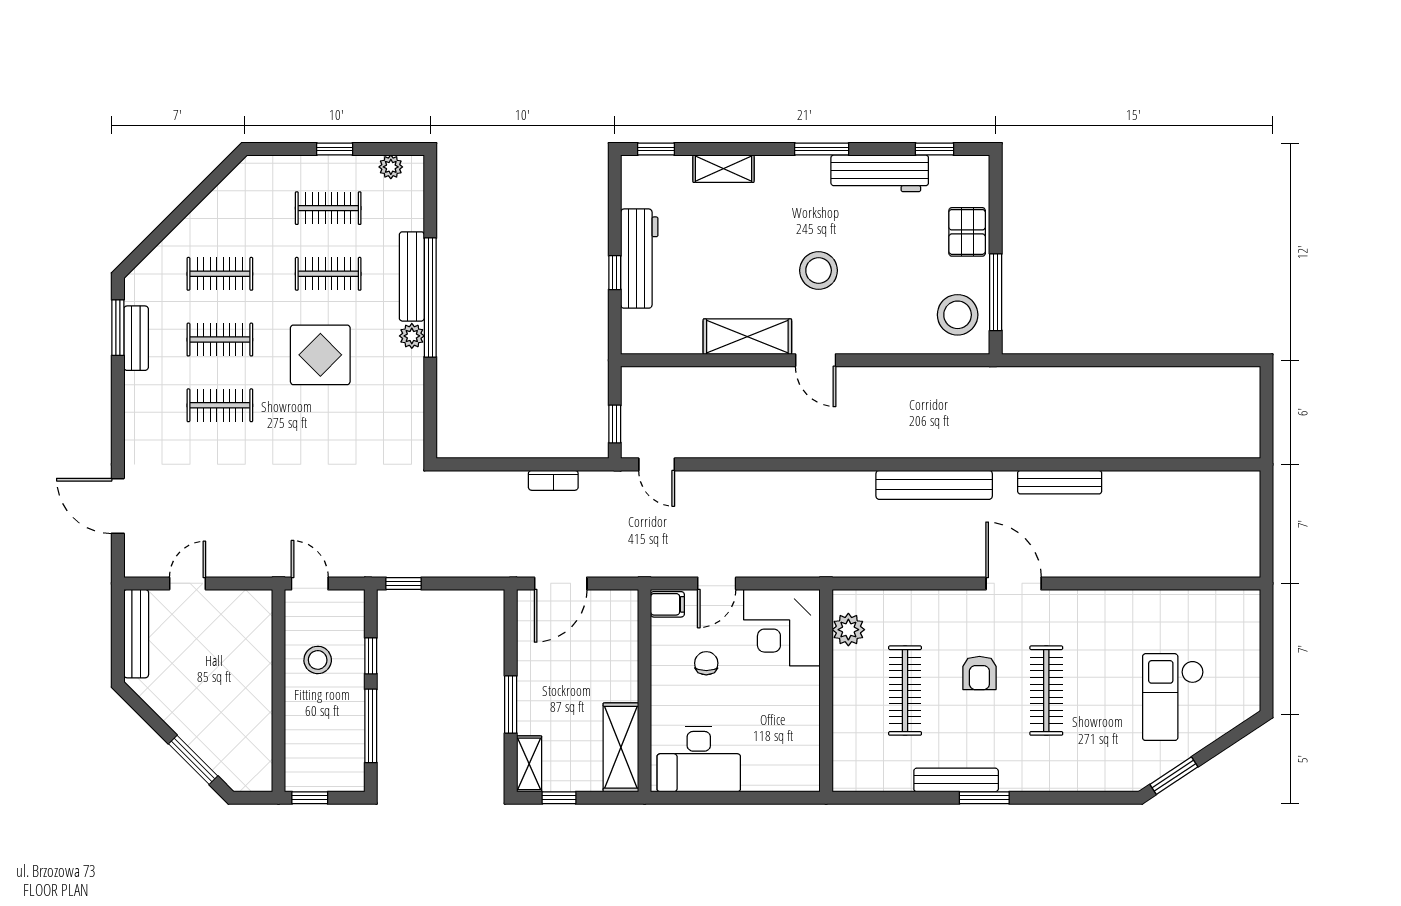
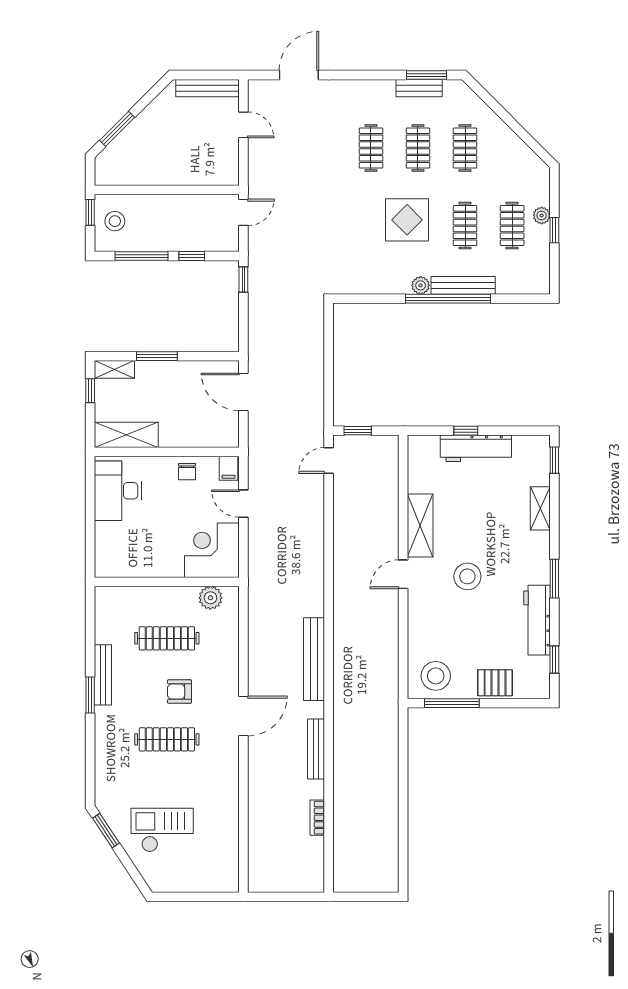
plant: (391, 167) -> (542, 215), moved
bookcase: (553, 480) -> (317, 818), moved
stool: (318, 660) -> (115, 221), moved
chair: (706, 663) -> (187, 472), moved, turned 90

